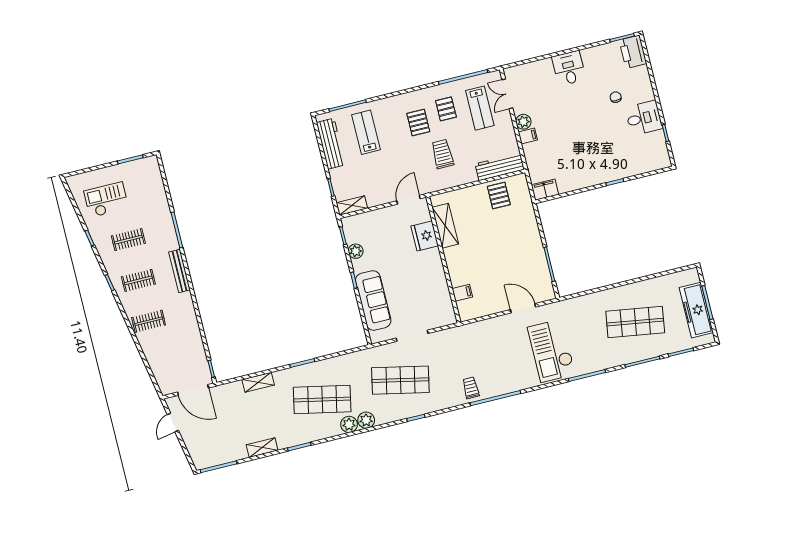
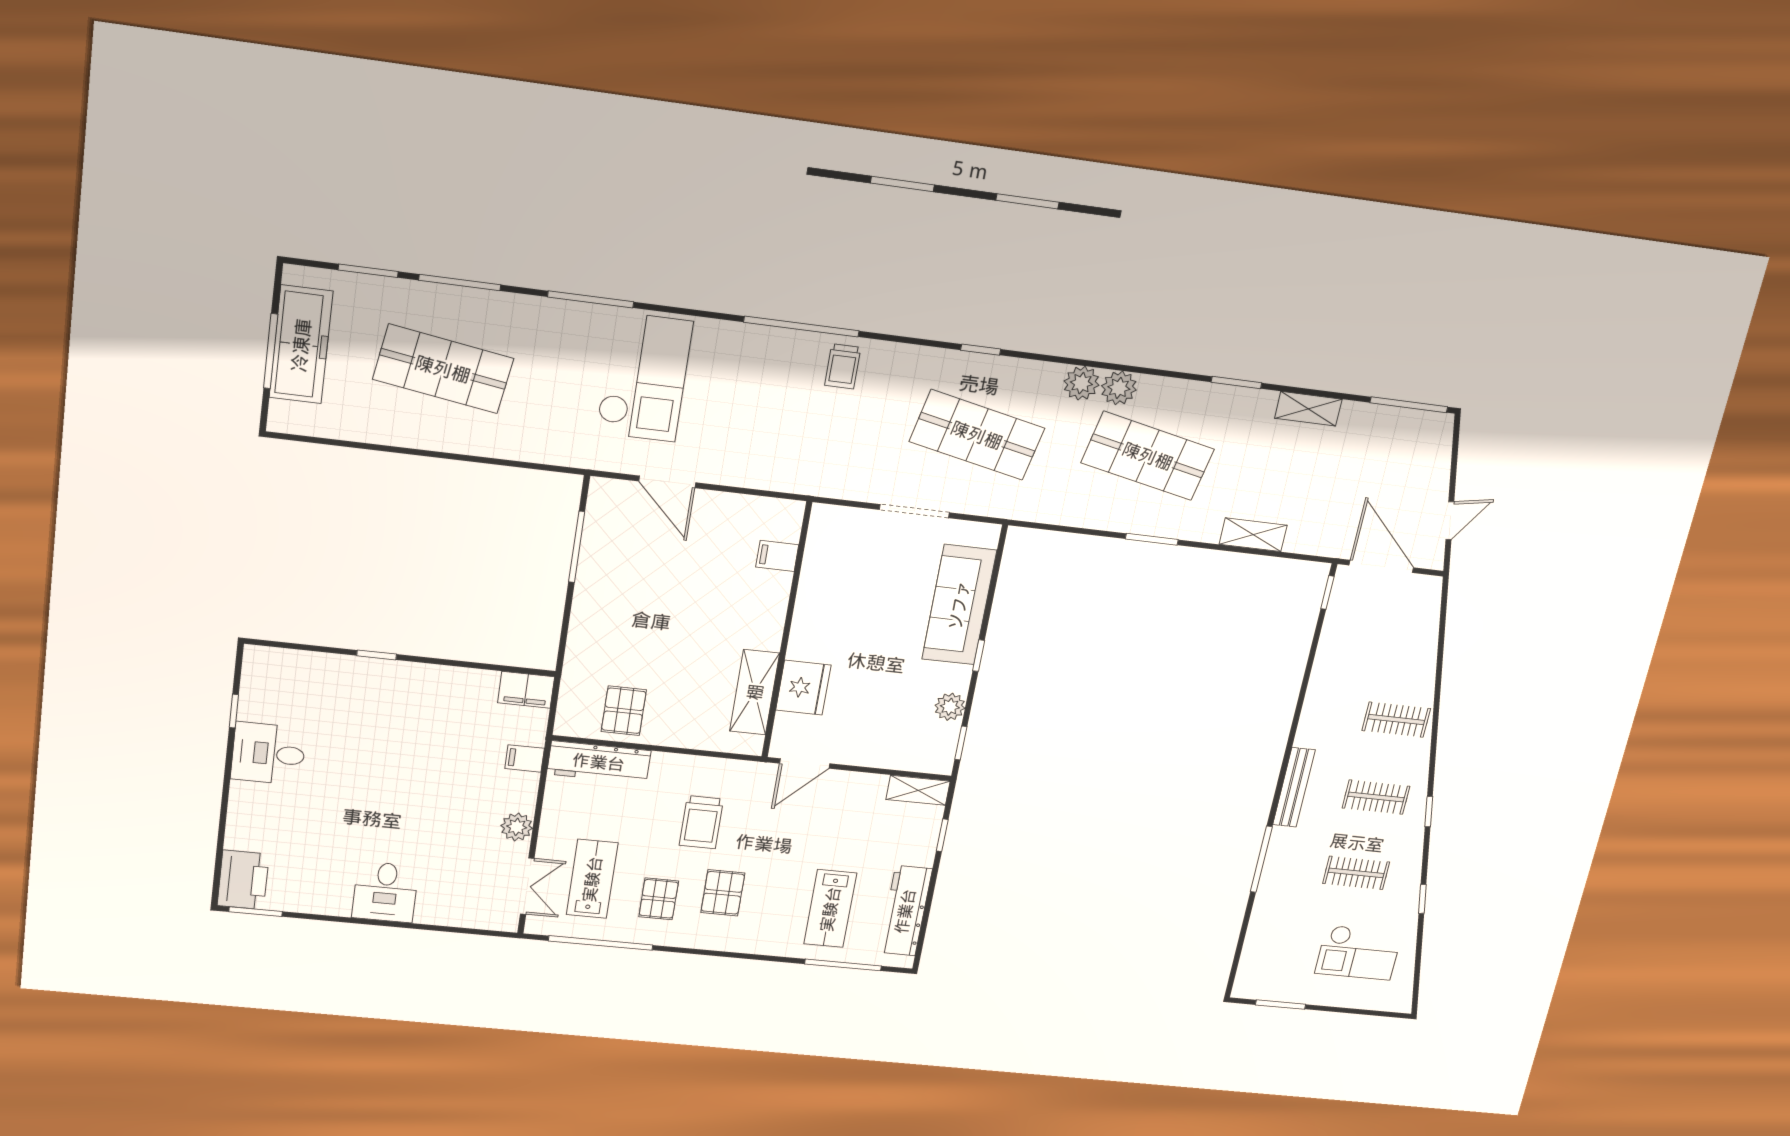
chair: (616, 97) -> (311, 810), removed
filing cabinet: (528, 136) -> (525, 758), moved

